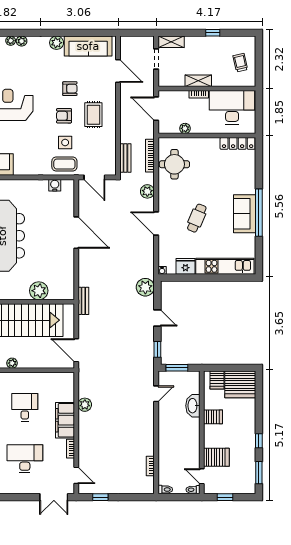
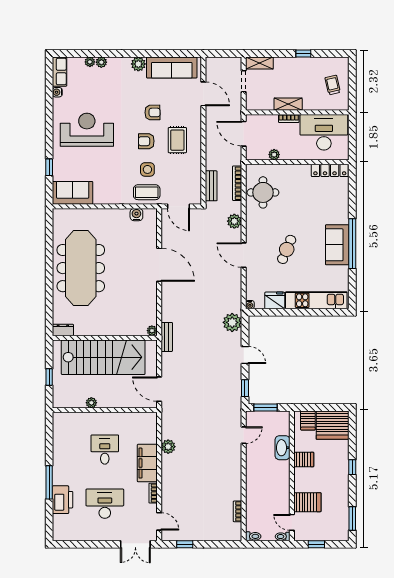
plant: (39, 291) -> (152, 331), moved, width x0.53, depth x0.53
window: (259, 441) -> (352, 467), moved

